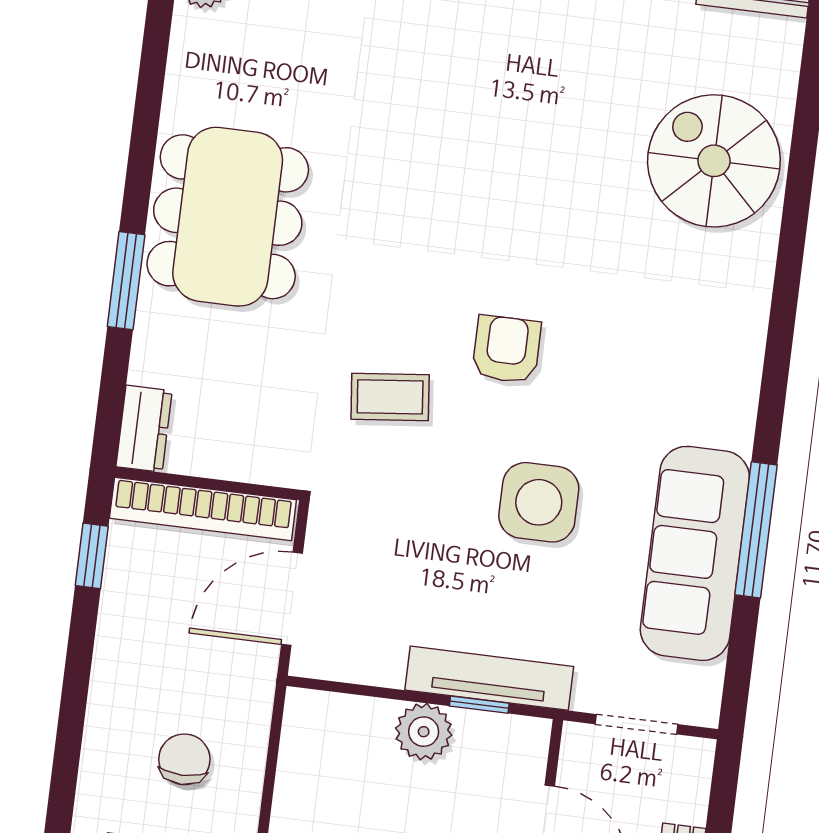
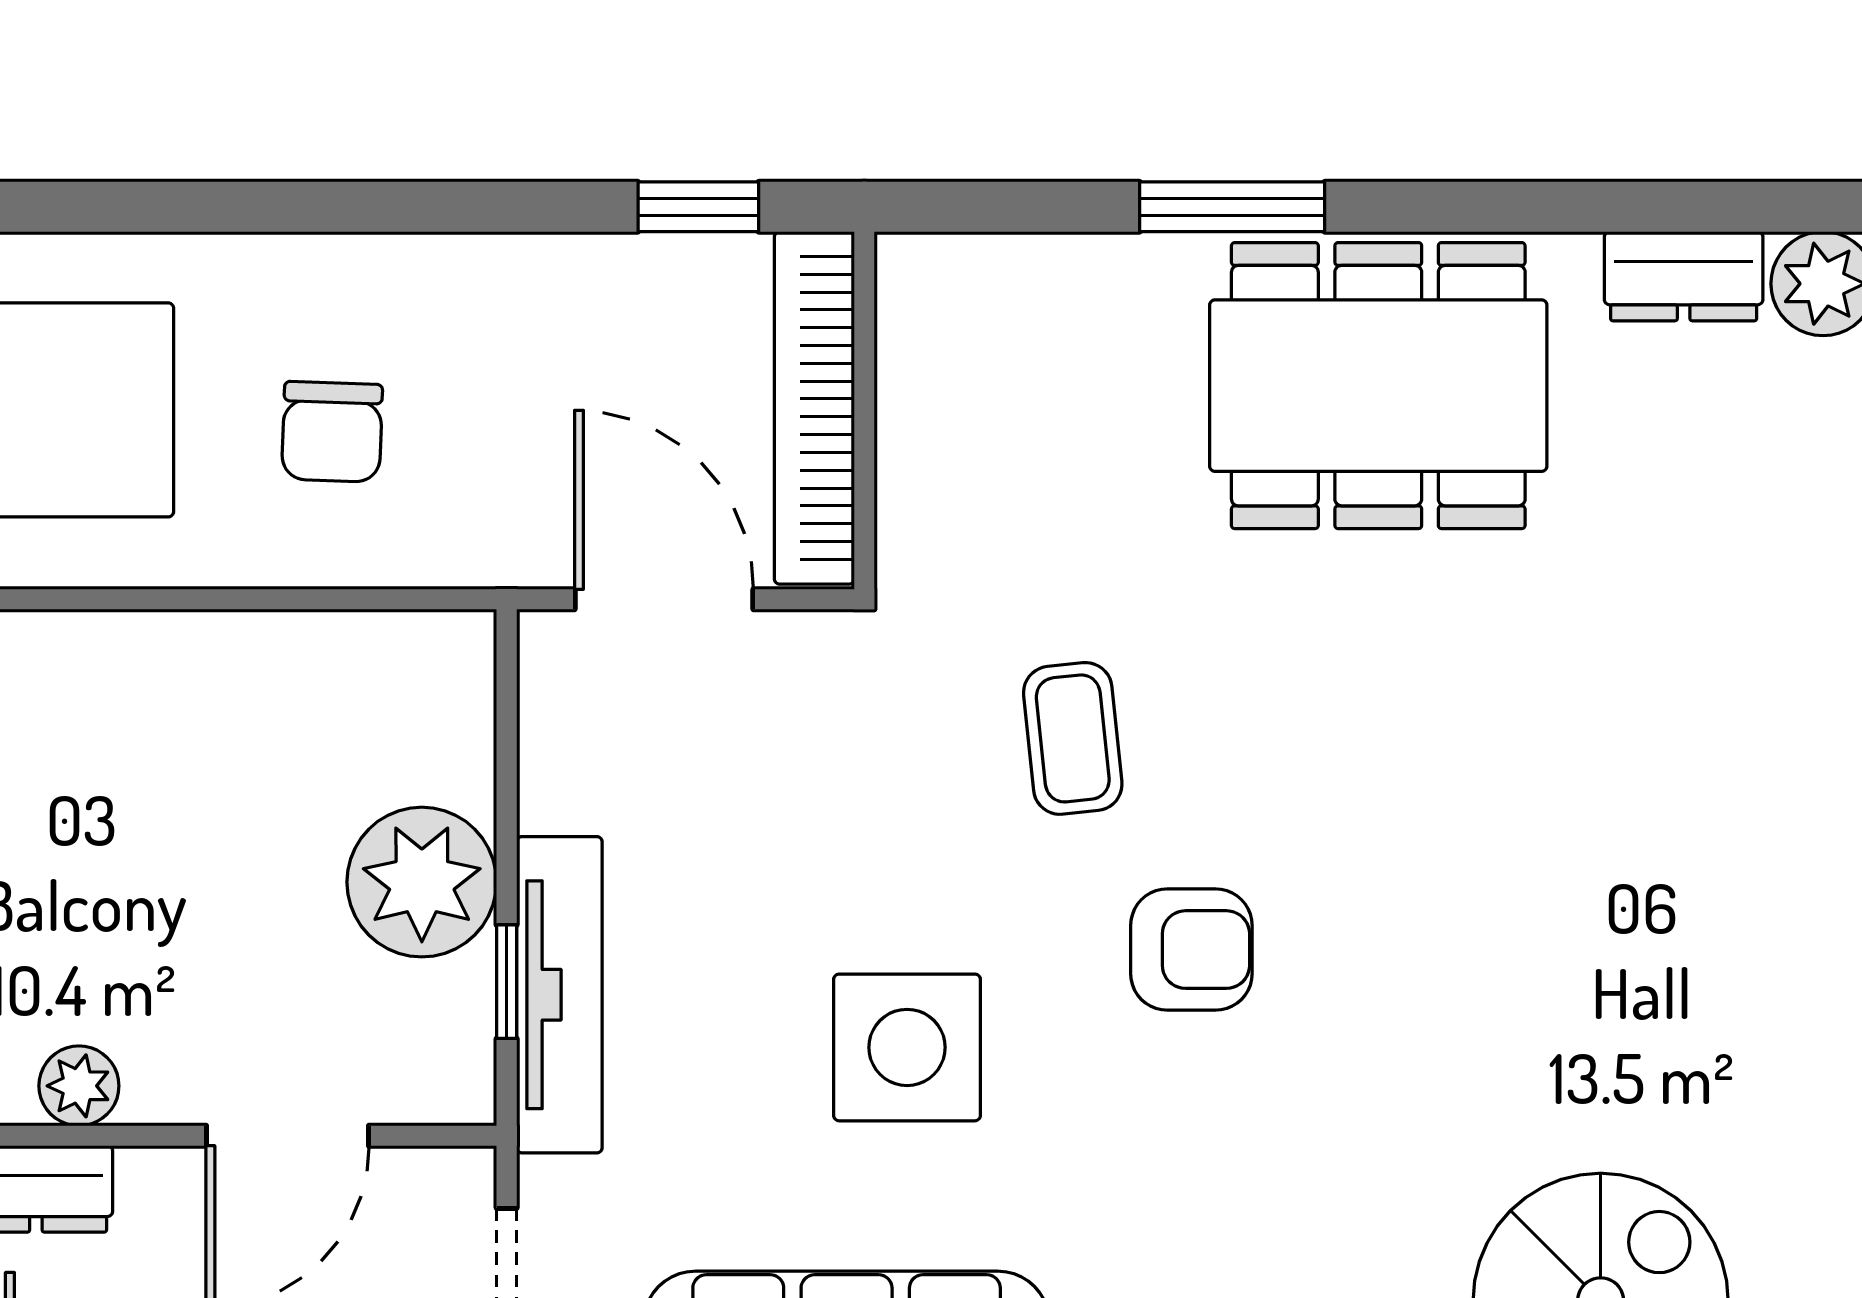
dresser: (144, 429) -> (1684, 276), moved
plant: (424, 732) -> (422, 882), width x1.36, depth x1.36
chair: (184, 759) -> (332, 432), turned 92

